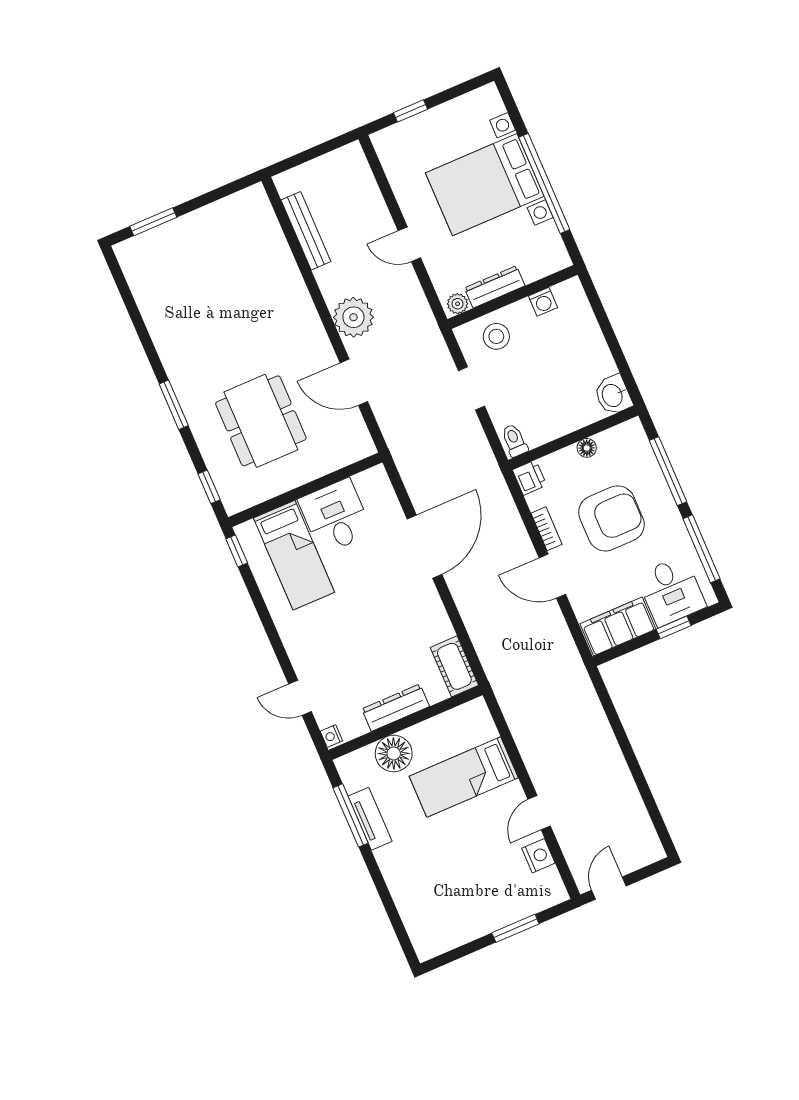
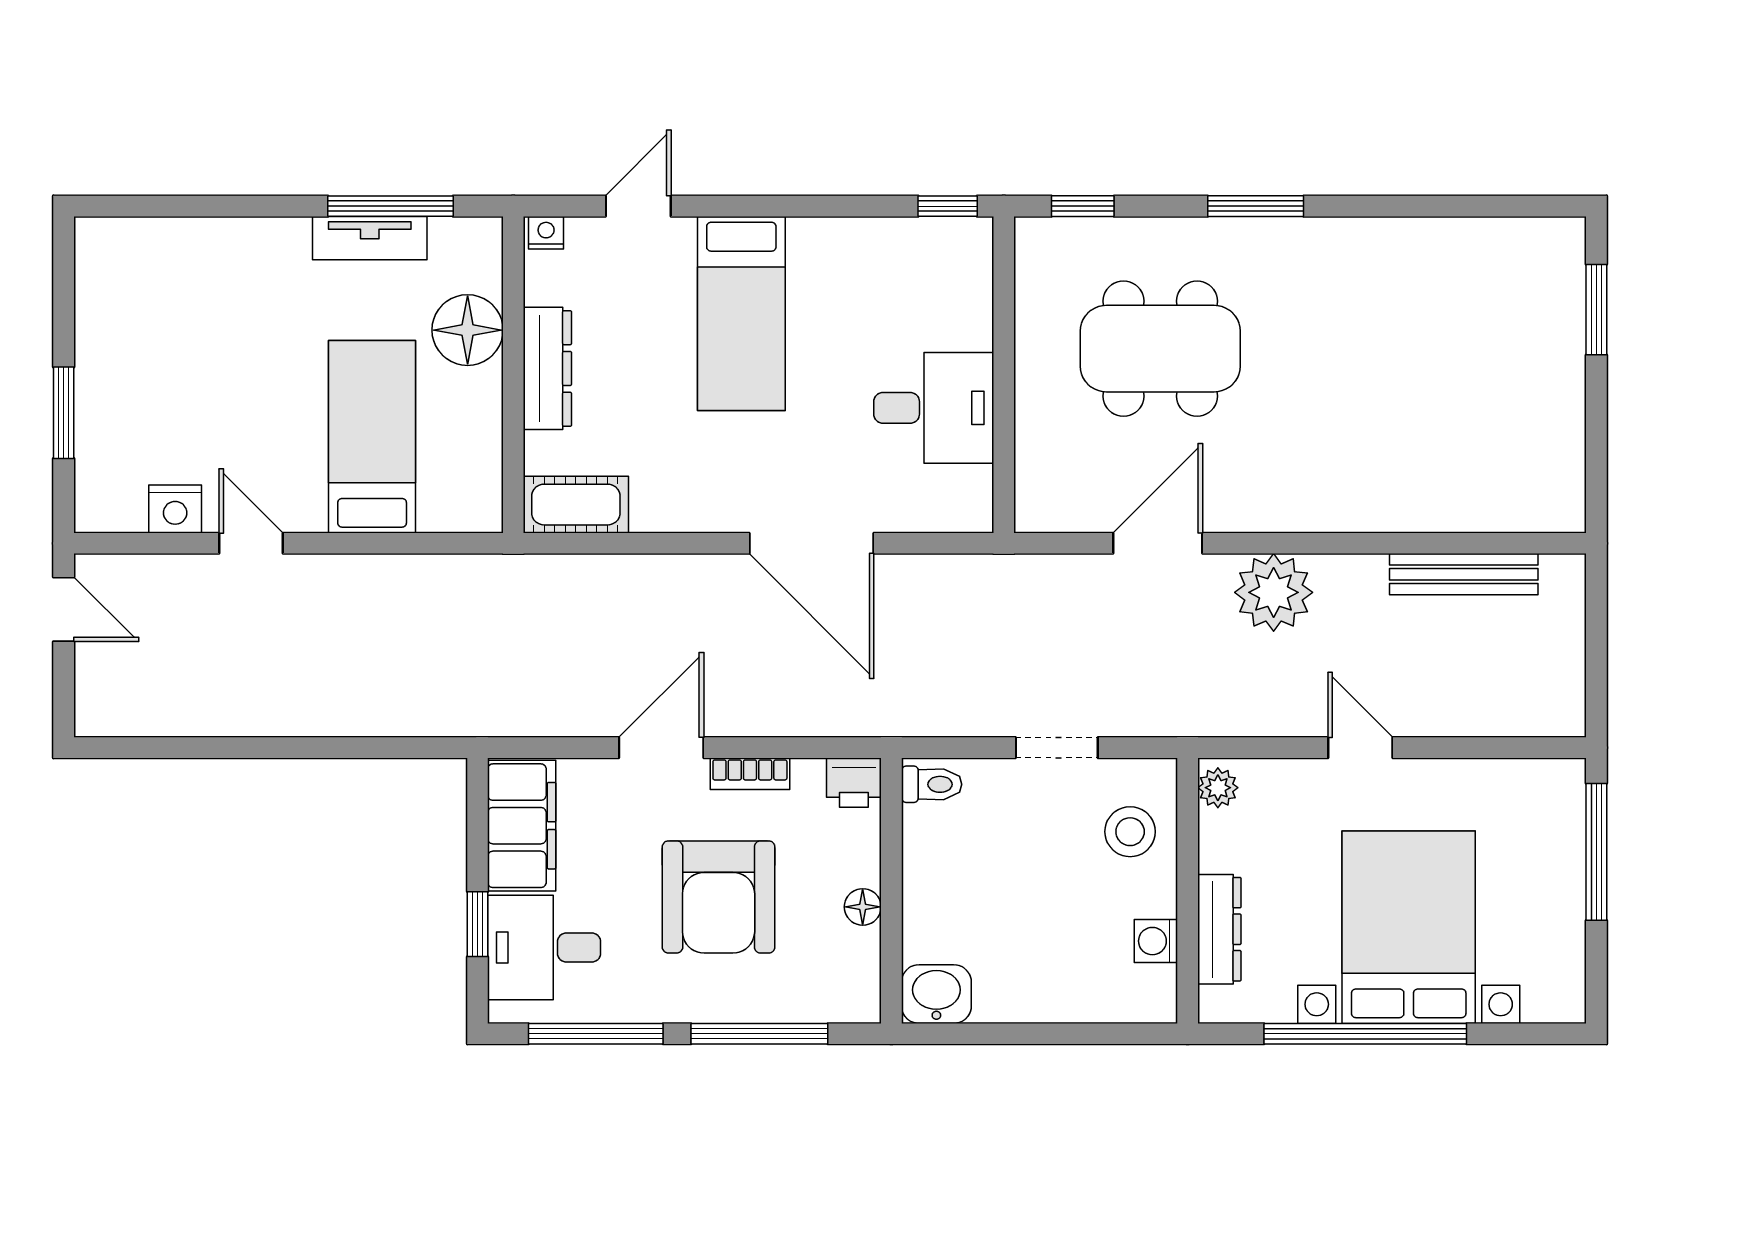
window: (411, 111) -> (1596, 852), width x2.17
door: (409, 244) -> (1360, 748), hinge flipped
dresser: (495, 287) -> (1219, 929), moved
bed: (294, 555) -> (741, 313), moved, turned -90

